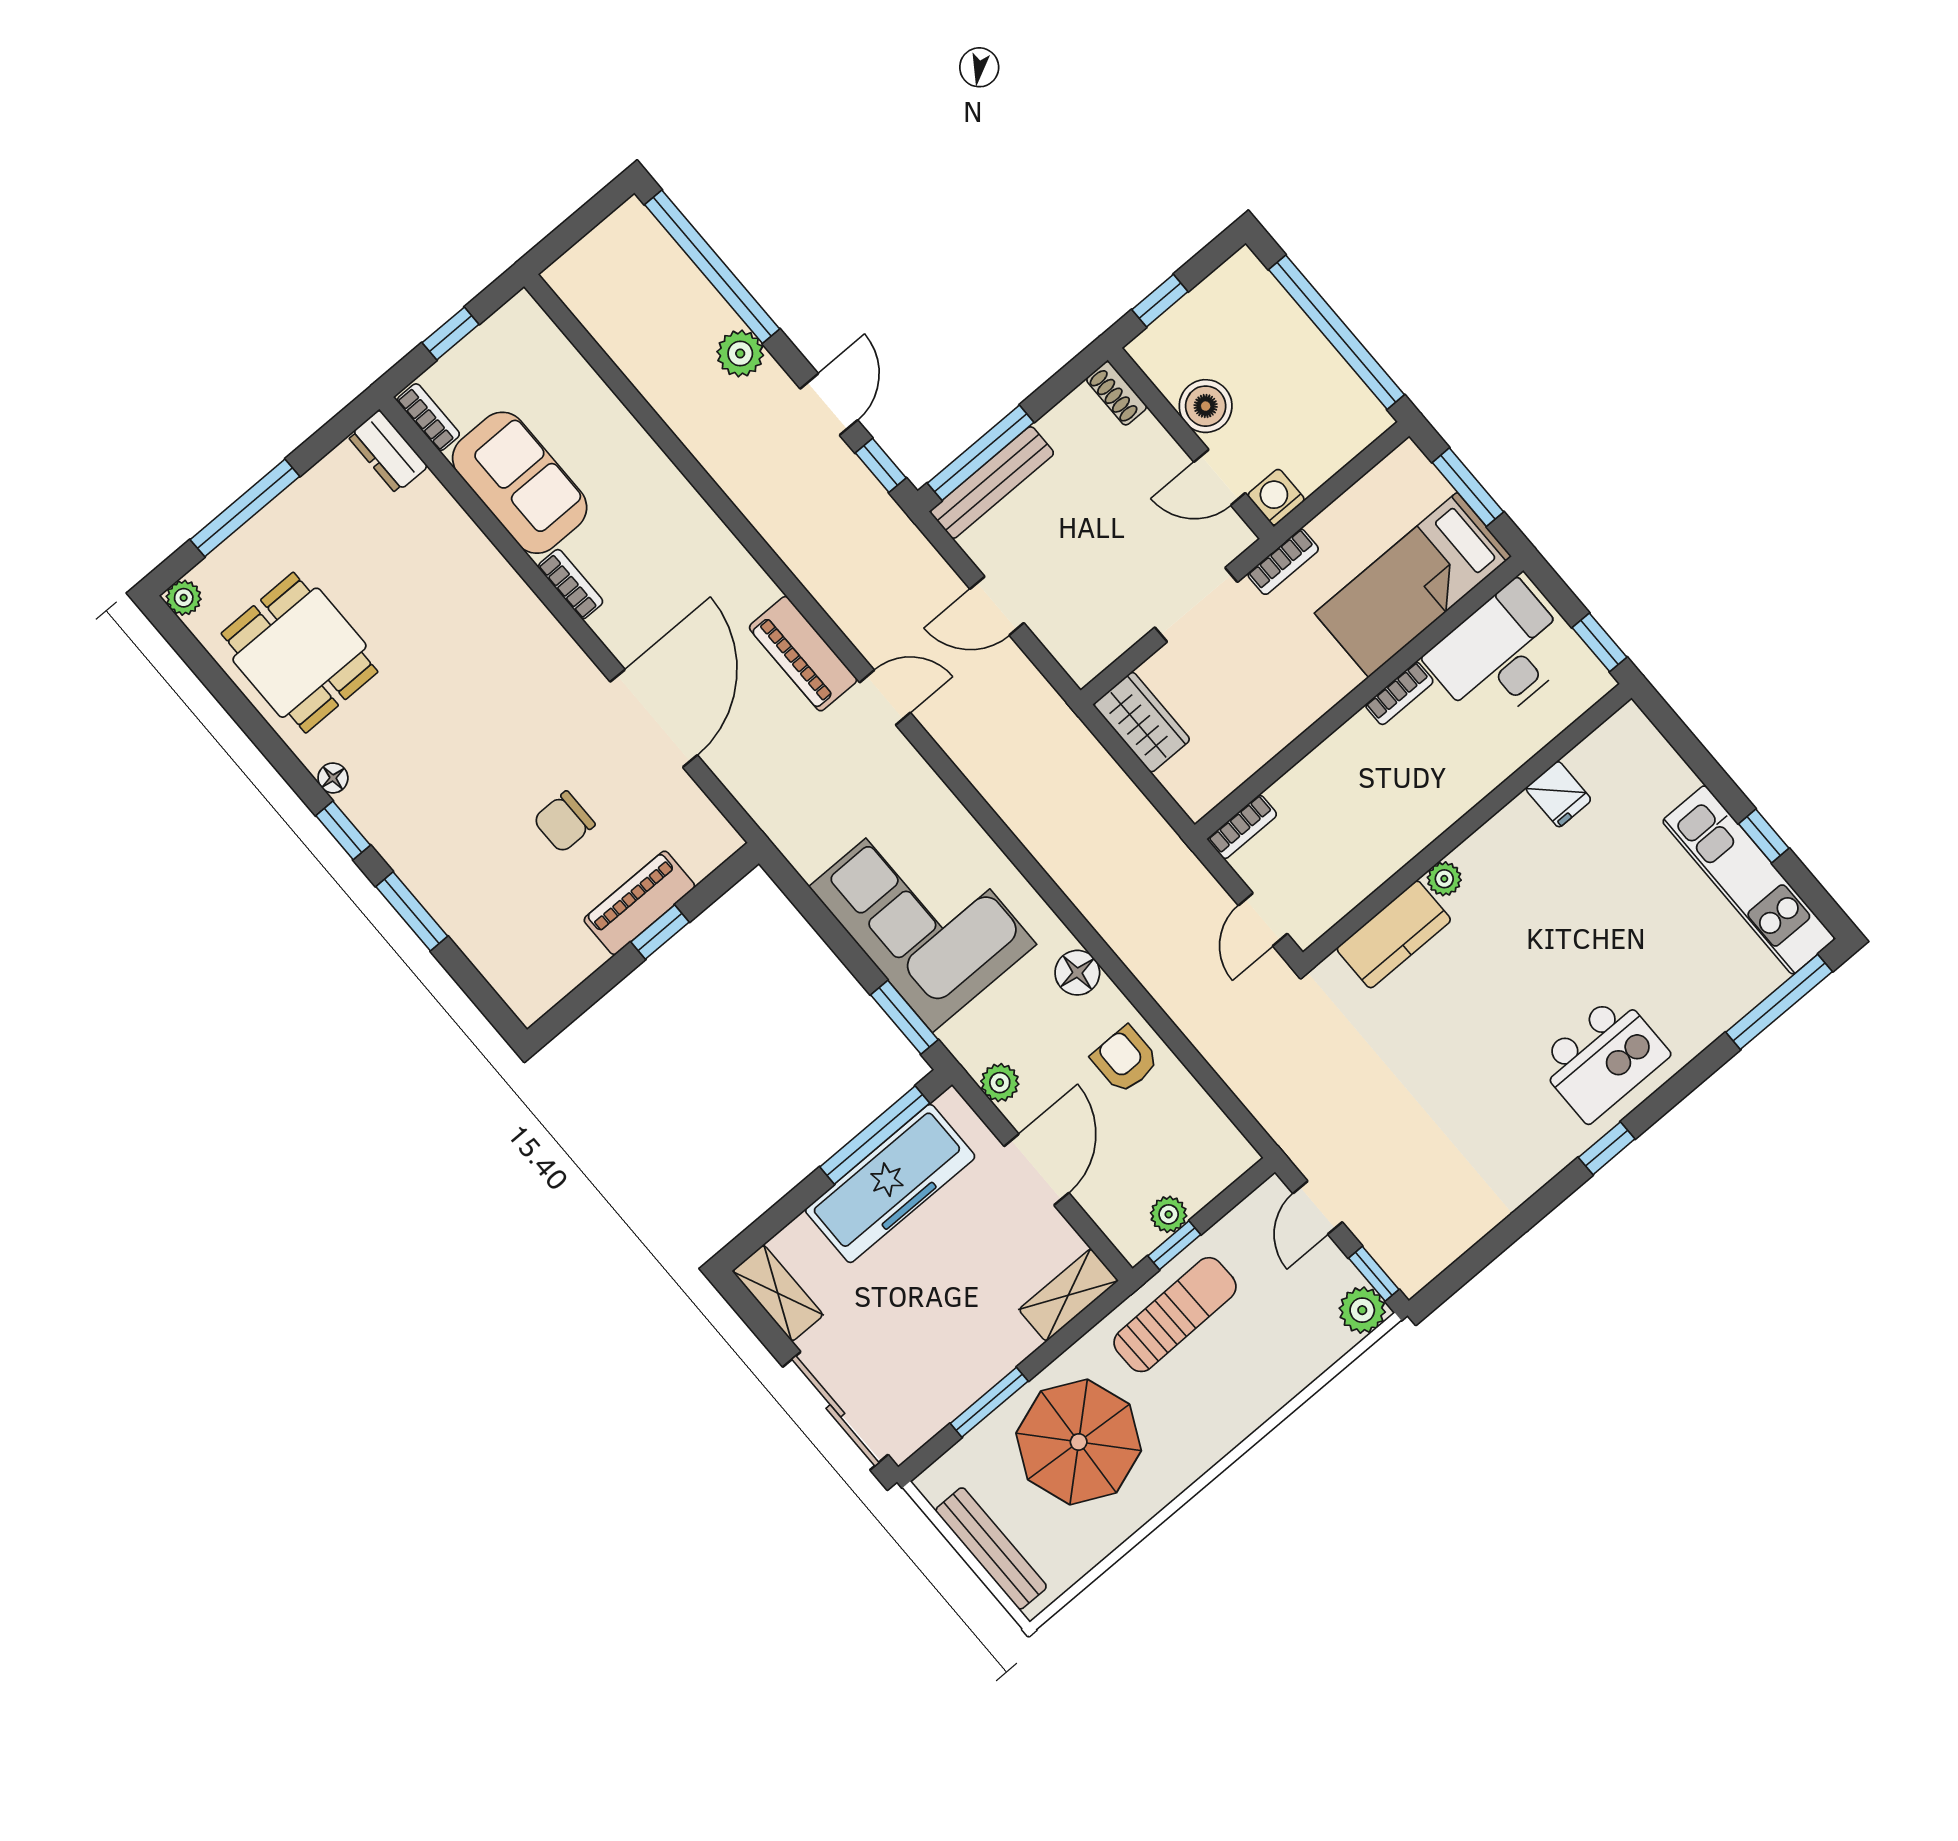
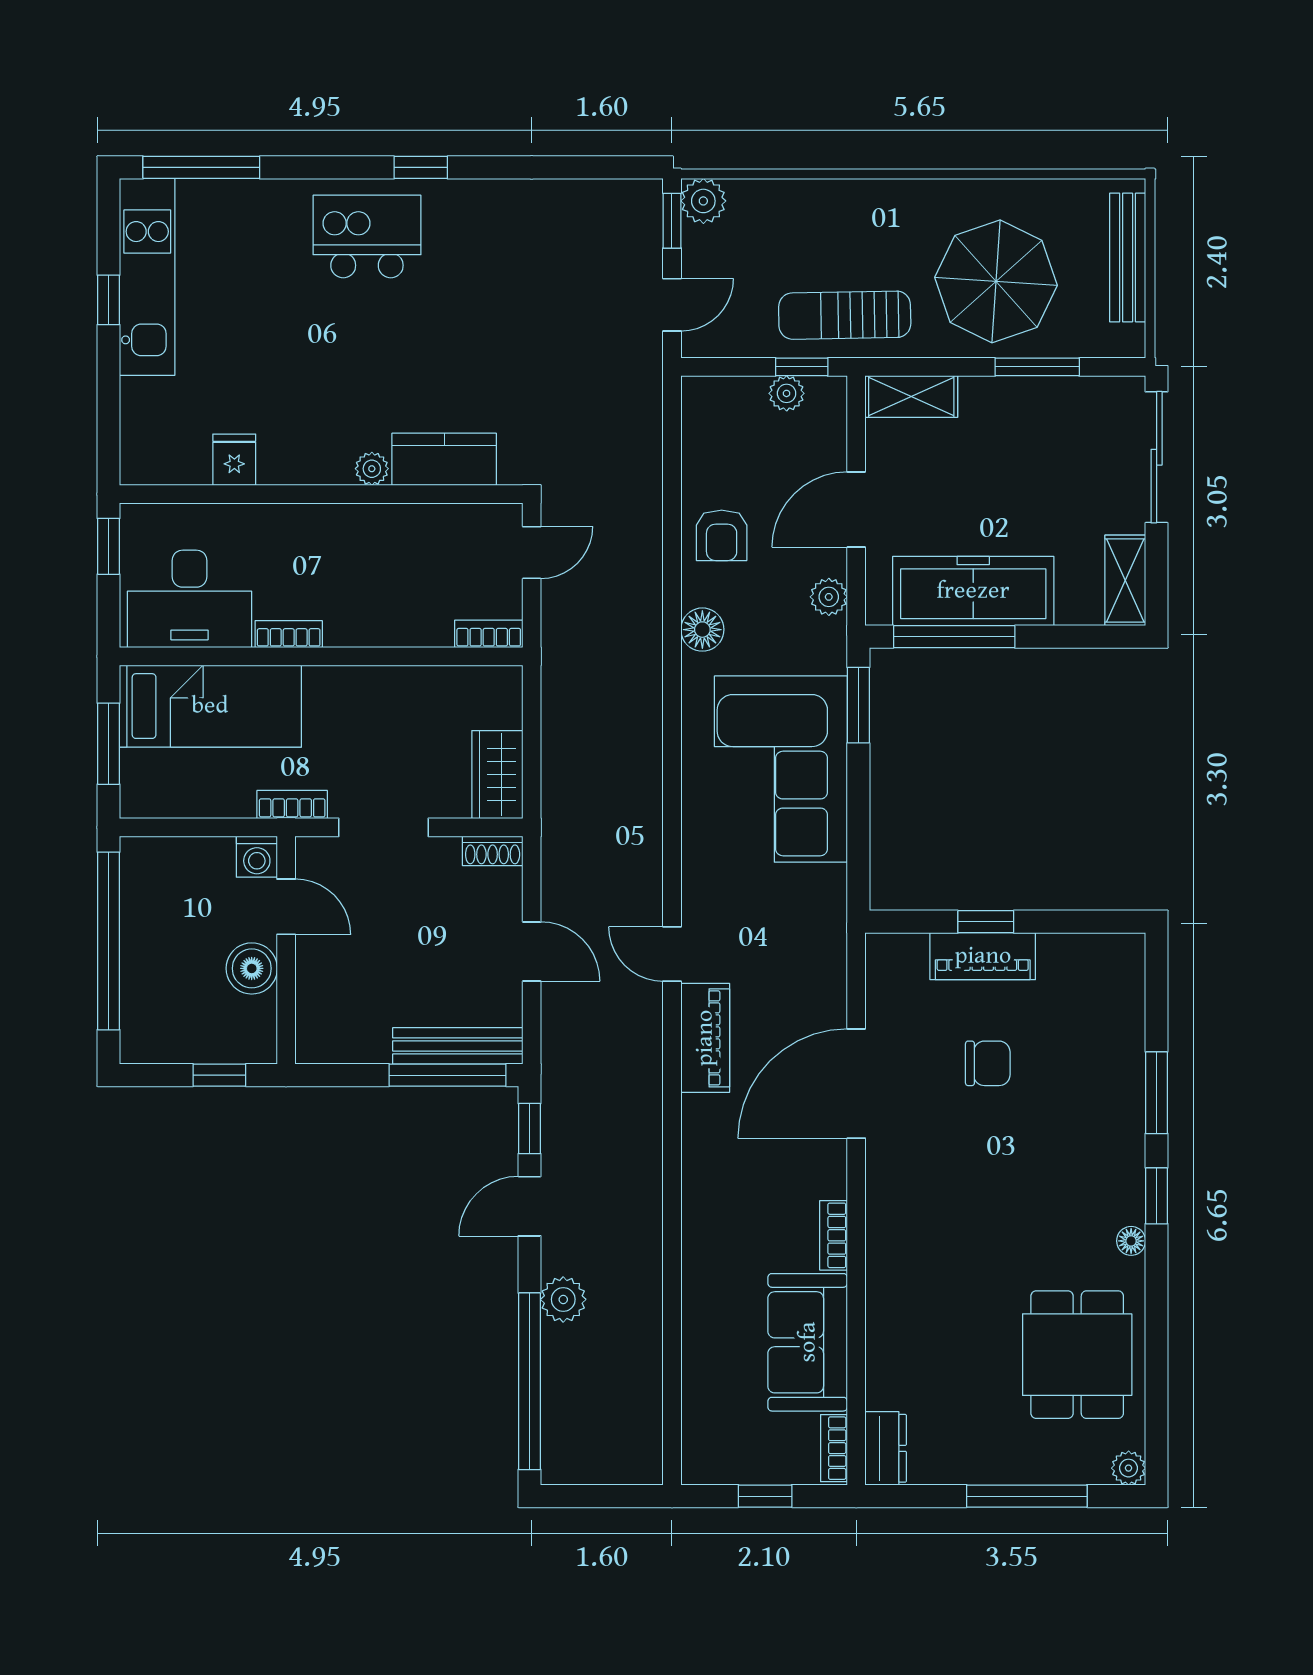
shoe rack: (1117, 393) -> (493, 851), moved, turned 90

